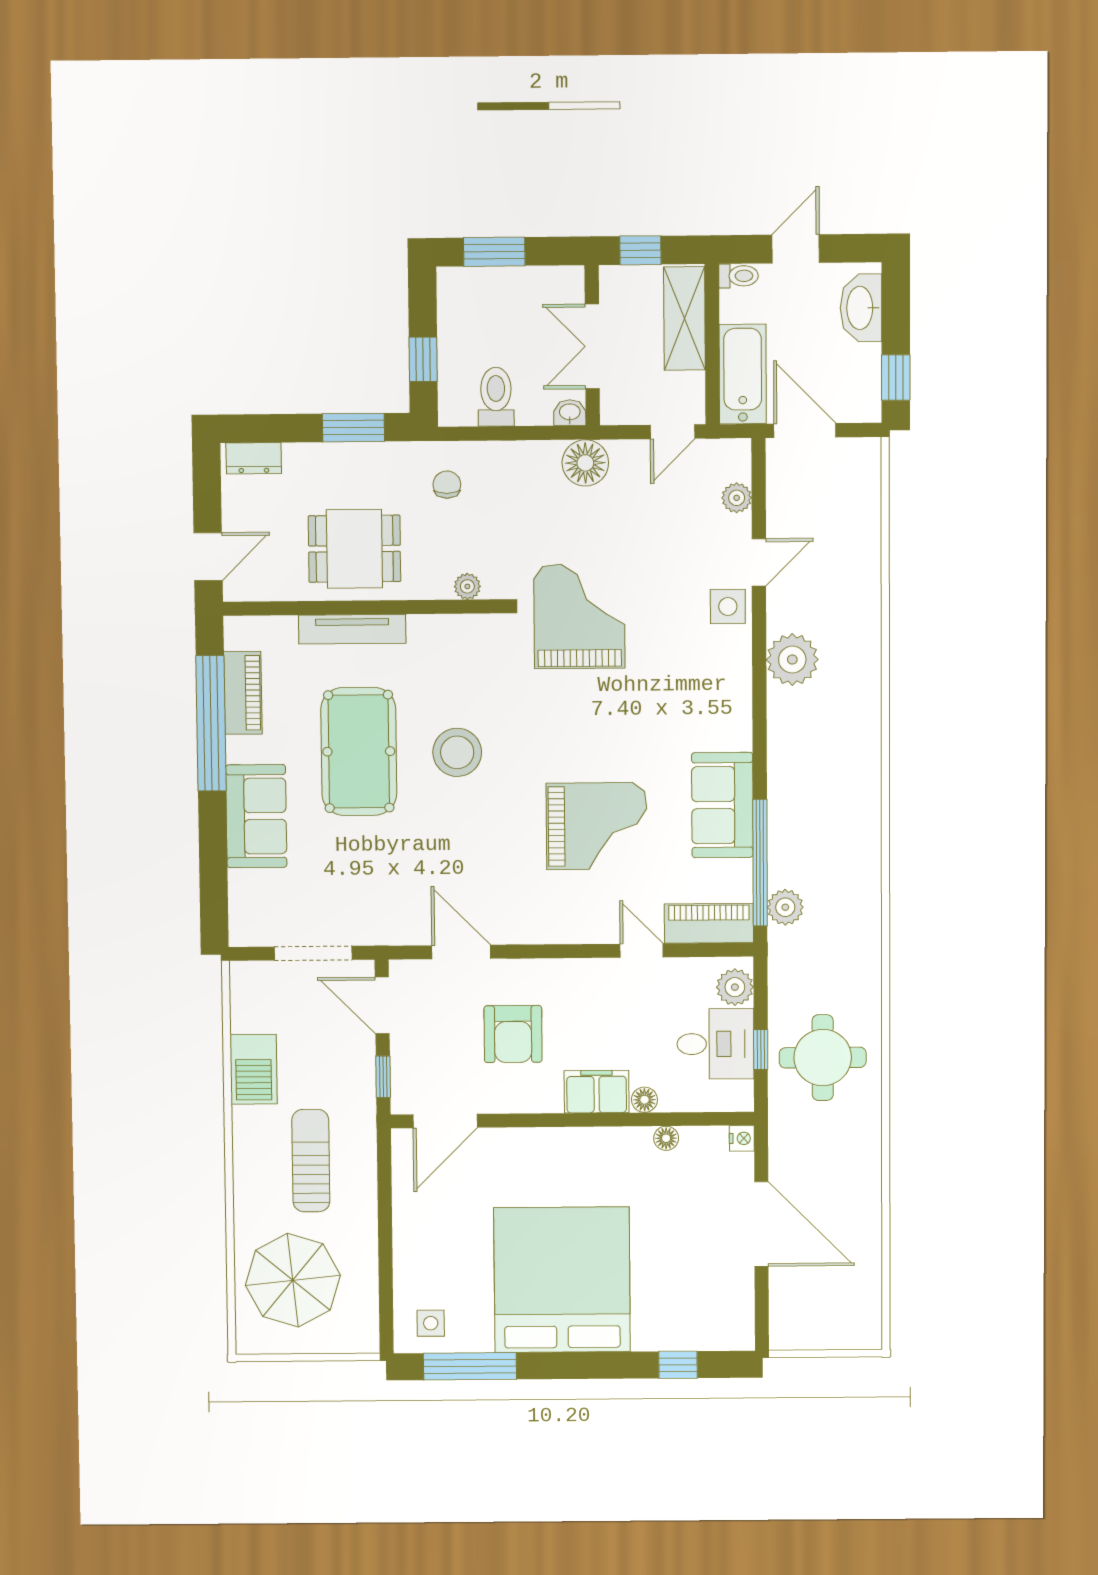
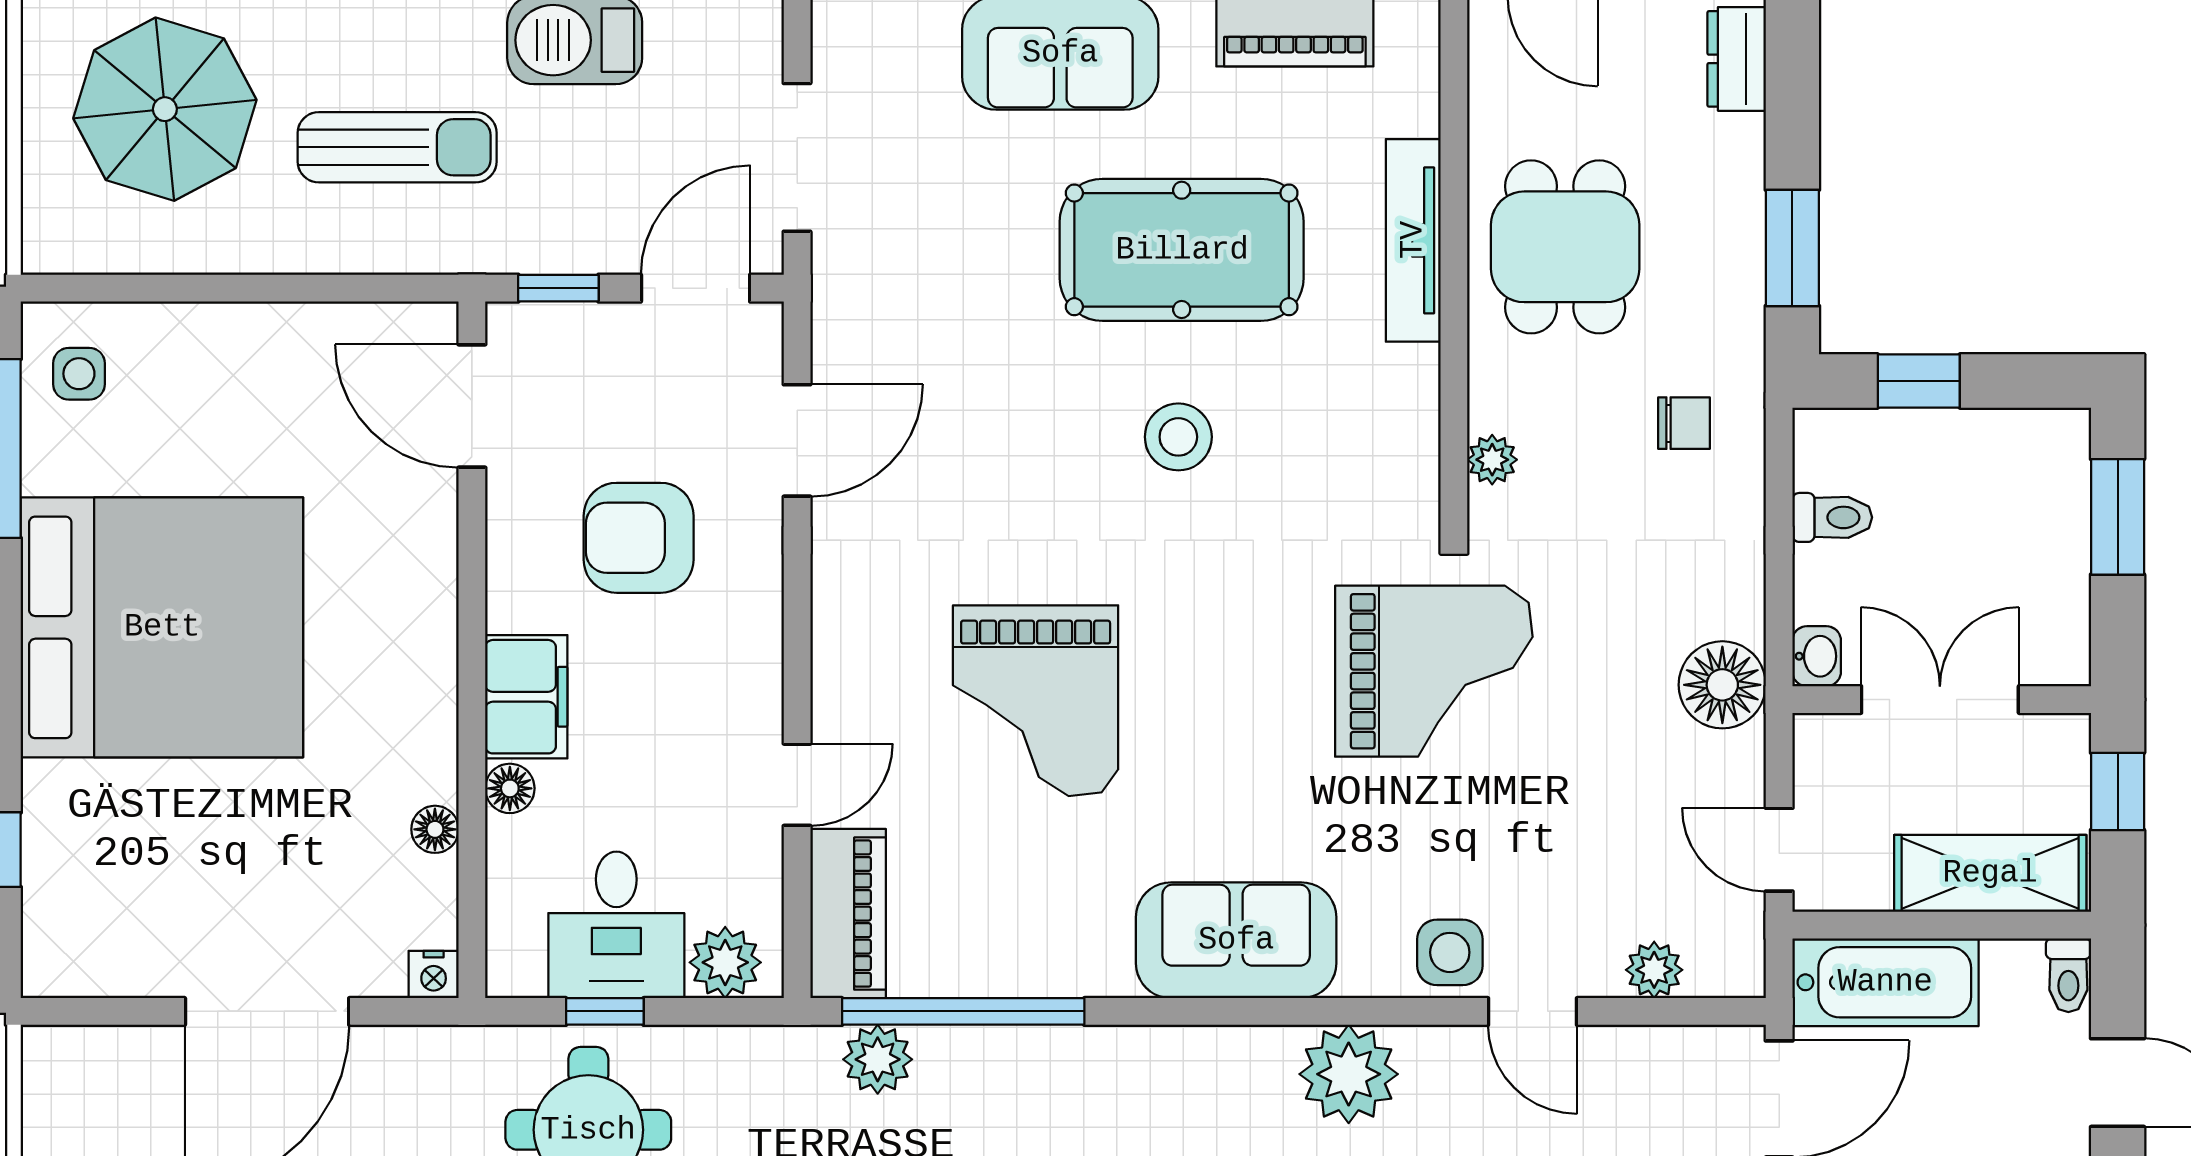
toilet: (496, 397) -> (1832, 517), width x0.73, depth x0.72
stool: (457, 752) -> (1178, 437), width x0.73, depth x0.73
sofa: (722, 805) -> (1236, 940), moved

